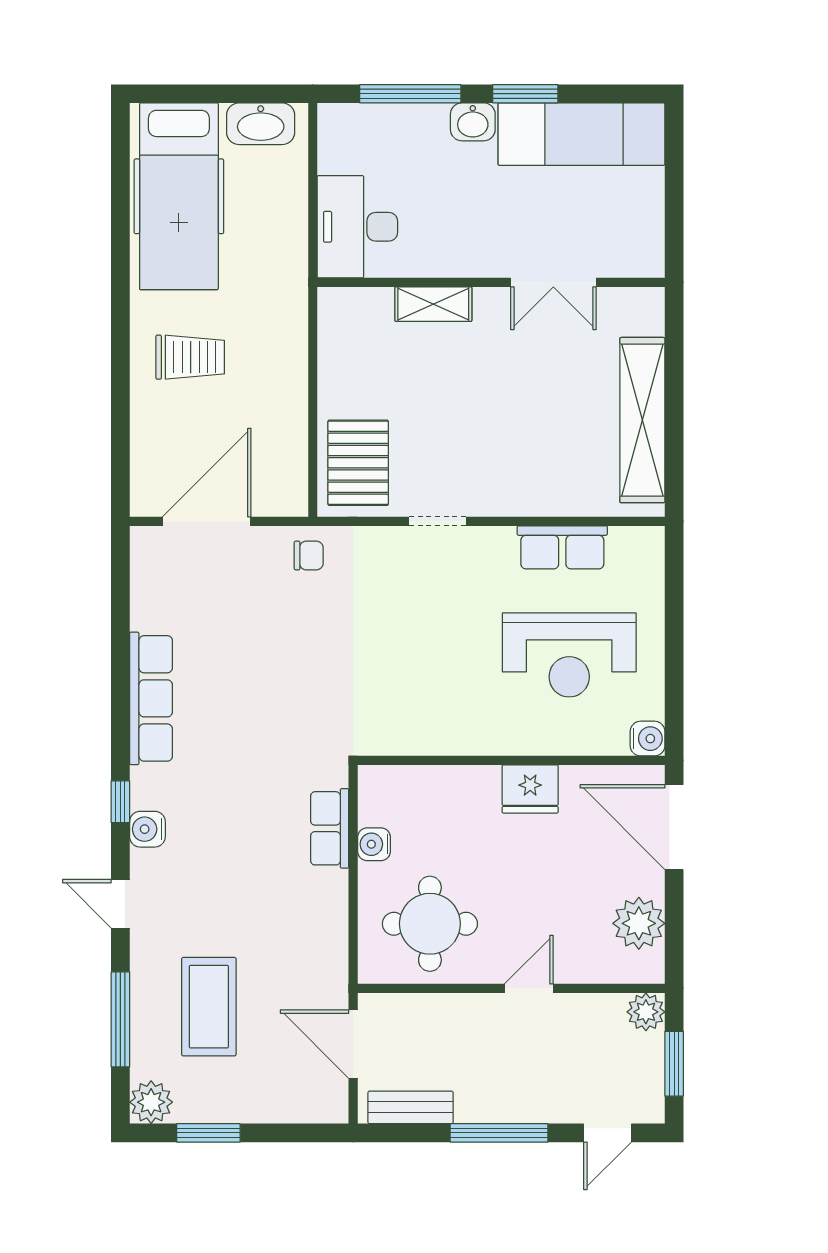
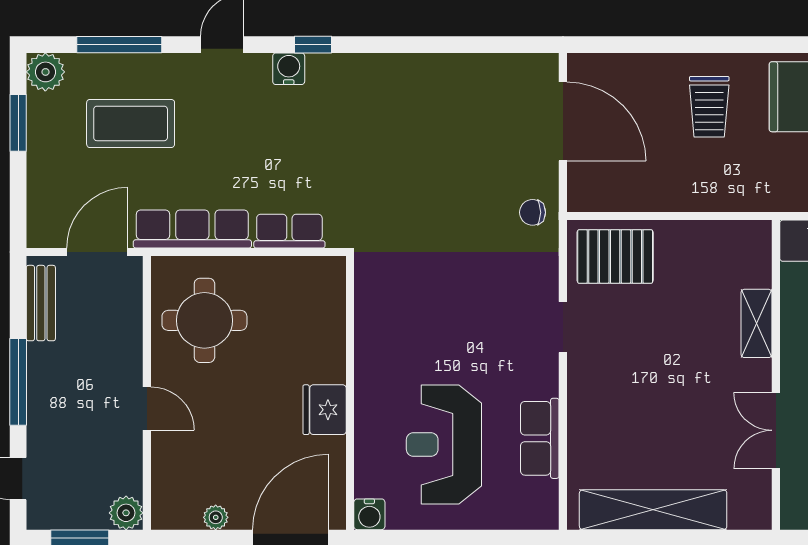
chair: (309, 555) -> (533, 212), turned 90
row of seats: (151, 698) -> (192, 229), moved, turned 180
water cooler: (374, 844) -> (275, 271), removed
plant: (639, 923) -> (216, 517), width x0.53, depth x0.53

